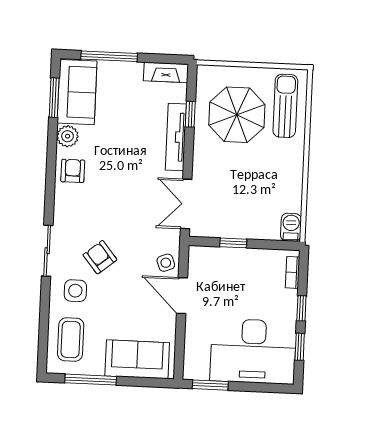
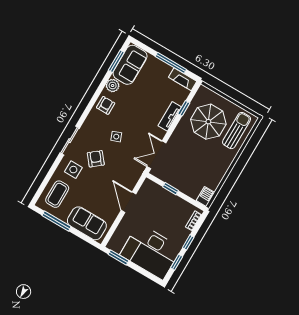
window: (109, 56) -> (171, 63), moved
tv unit: (176, 137) -> (170, 116), width x0.71
side table: (166, 263) -> (116, 137), moved

